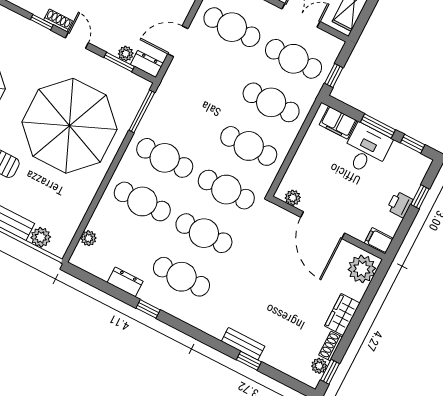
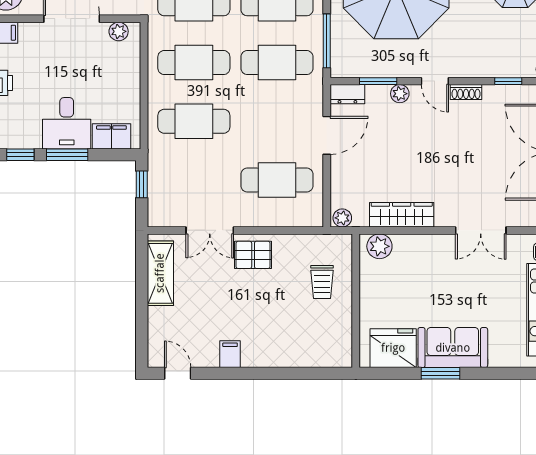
window: (42, 22) -> (508, 81), moved
plant: (126, 54) -> (400, 94), moved
cafe table: (293, 59) -> (277, 63), moved

